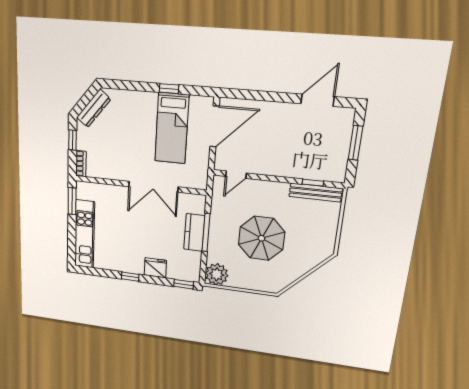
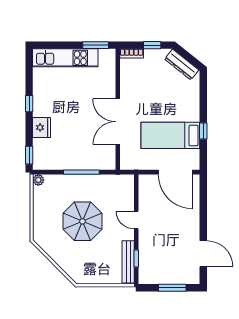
door: (236, 175) -> (136, 220), moved
kitchen counter: (194, 233) -> (80, 162), removed
plant: (217, 274) -> (38, 180), width x0.53, depth x0.53

